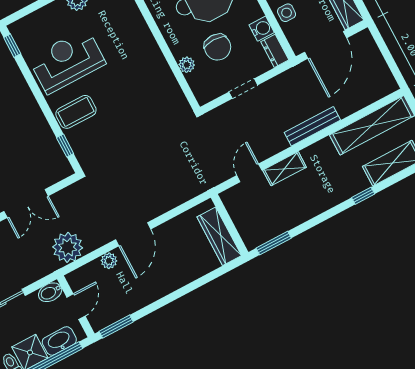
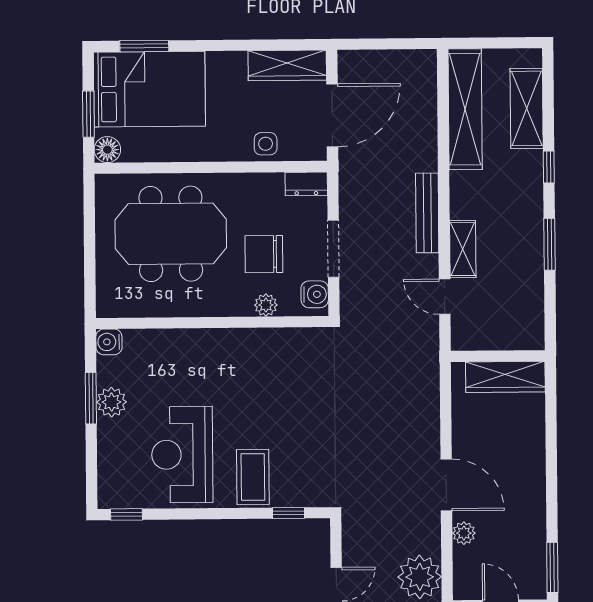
water cooler: (262, 29) -> (315, 294), moved, turned 90
door: (326, 45) -> (332, 115), hinge flipped
chair: (218, 47) -> (264, 254), turned 180
doorway: (243, 88) -> (333, 249), width x1.38
bench: (312, 126) -> (427, 213), moved
window: (274, 243) -> (549, 244), moved

